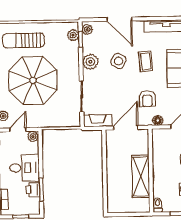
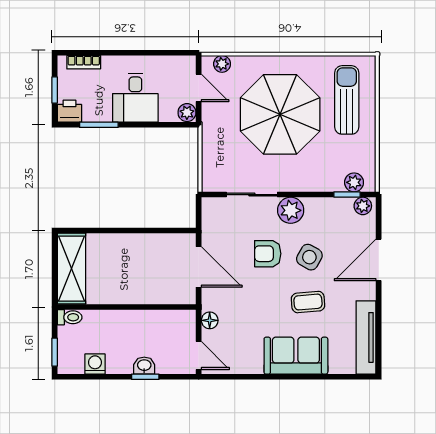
plant: (90, 62) -> (291, 210), moved
armchair: (147, 99) -> (268, 254), moved
fireplace: (98, 121) -> (211, 221), removed
shelving: (141, 176) -> (71, 269), moved, turned 90
printer: (33, 190) -> (69, 111), moved

